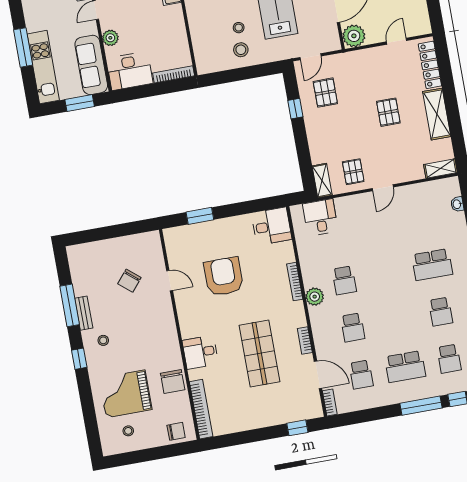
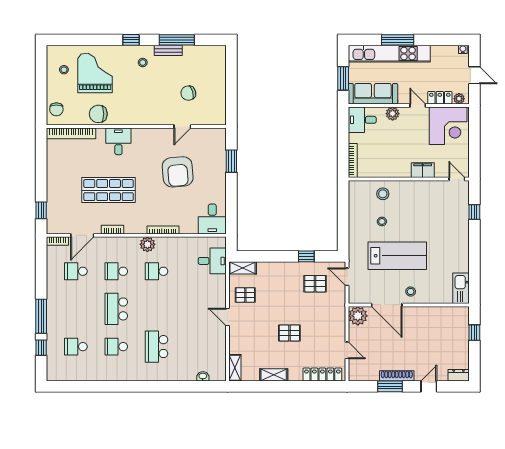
stool: (241, 50) -> (383, 194), moved
kitchen unit: (43, 67) -> (389, 54), width x1.36
desk: (130, 71) -> (362, 120), width x0.73
shelving: (437, 114) -> (274, 375), width x0.67, depth x0.75
armchair: (224, 277) -> (178, 172), turned 85
chair: (129, 281) -> (188, 93), turned -55
school desk: (405, 367) -> (116, 309), moved

